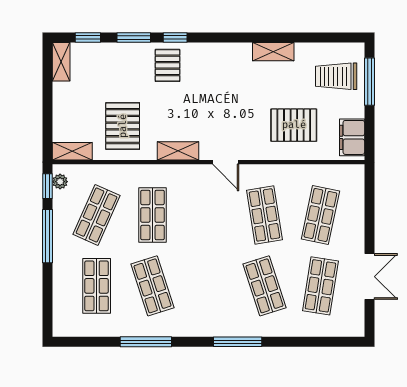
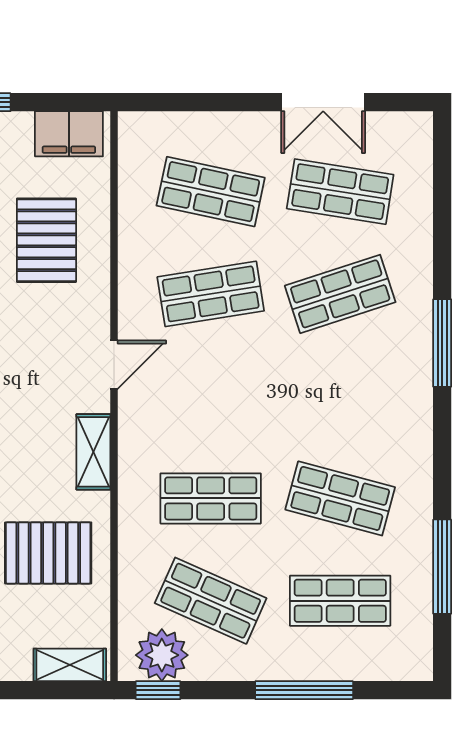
shelving: (72, 151) -> (70, 665), moved, turned 90
plant: (60, 182) -> (162, 655), width x1.87, depth x1.87
window: (48, 236) -> (304, 690), moved
double door: (369, 277) -> (323, 102), swing flipped
shop shelf: (153, 286) -> (340, 498), turned 33
window: (146, 342) -> (442, 567), moved

